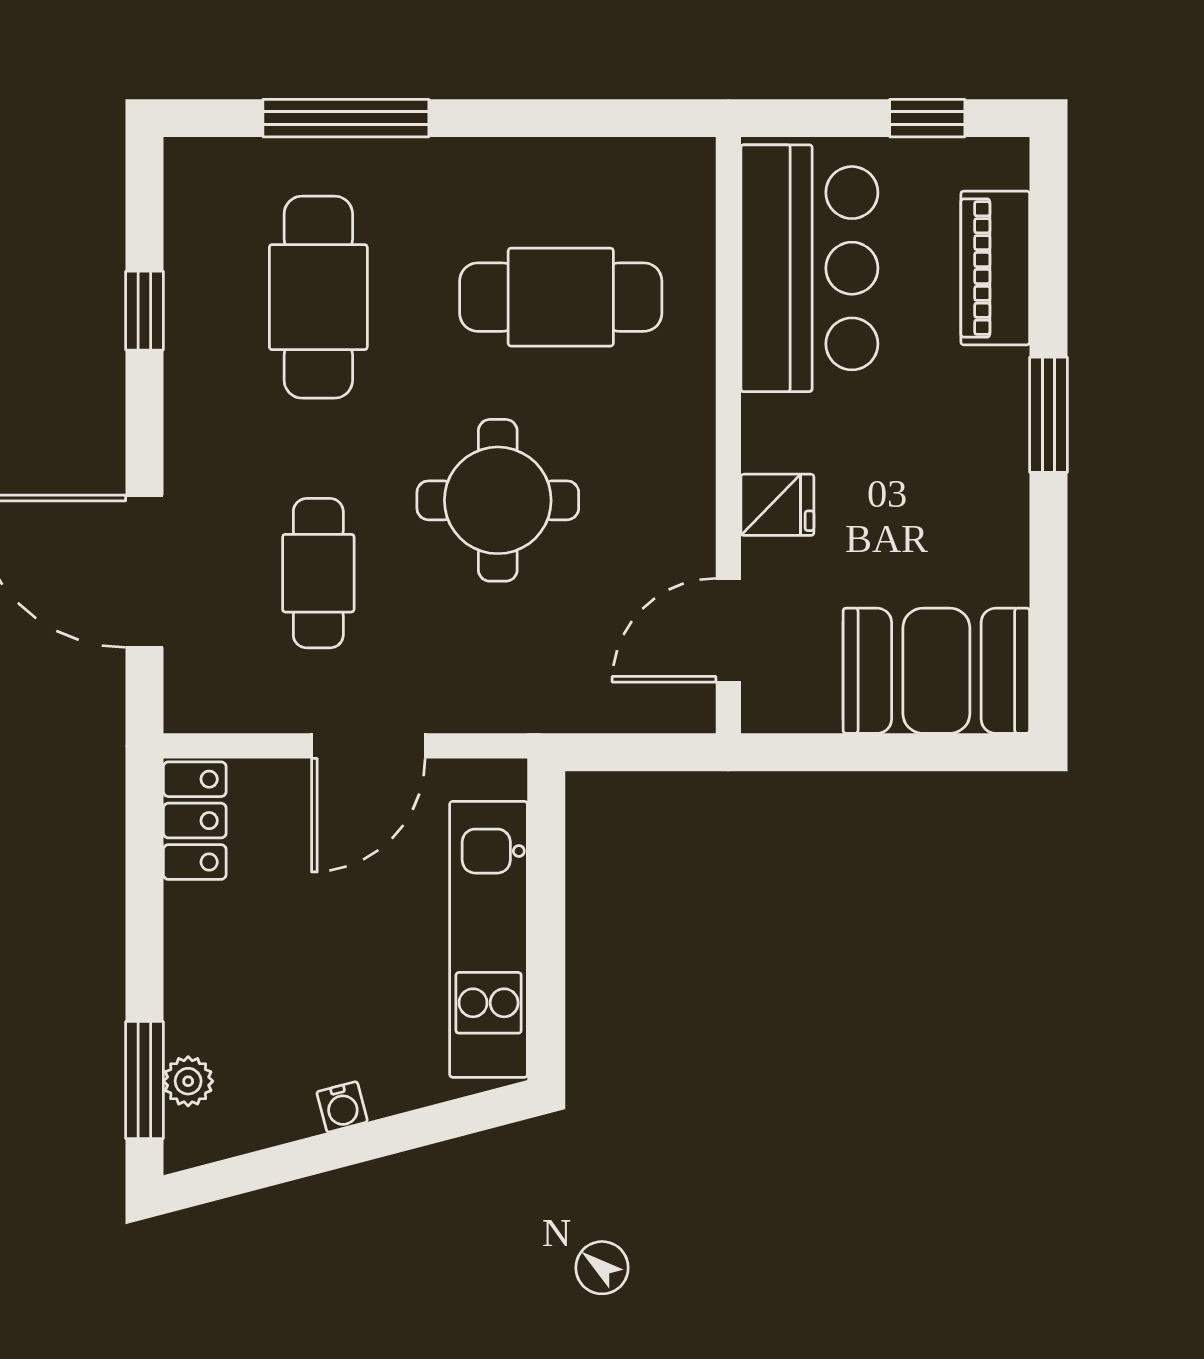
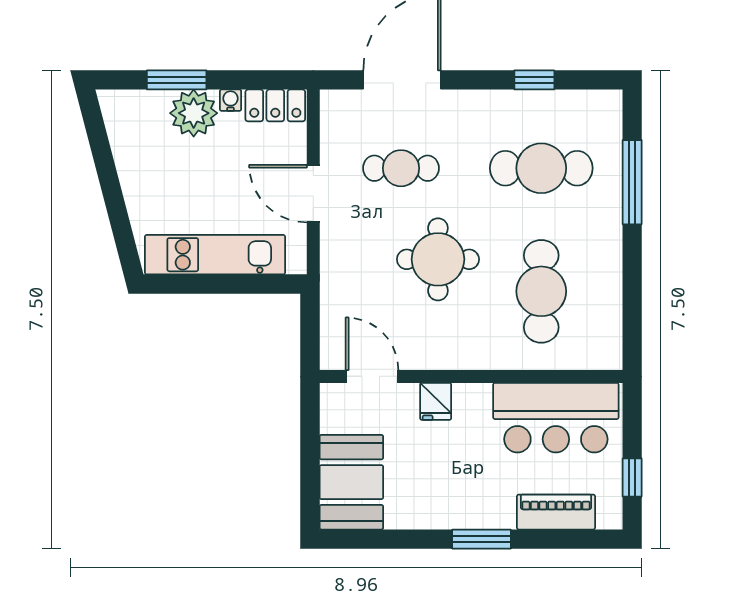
window: (144, 1080) -> (177, 80), moved
plant: (188, 1081) -> (194, 113), moved, width x1.88, depth x1.88
water cooler: (342, 1107) -> (231, 100), moved, turned 105

